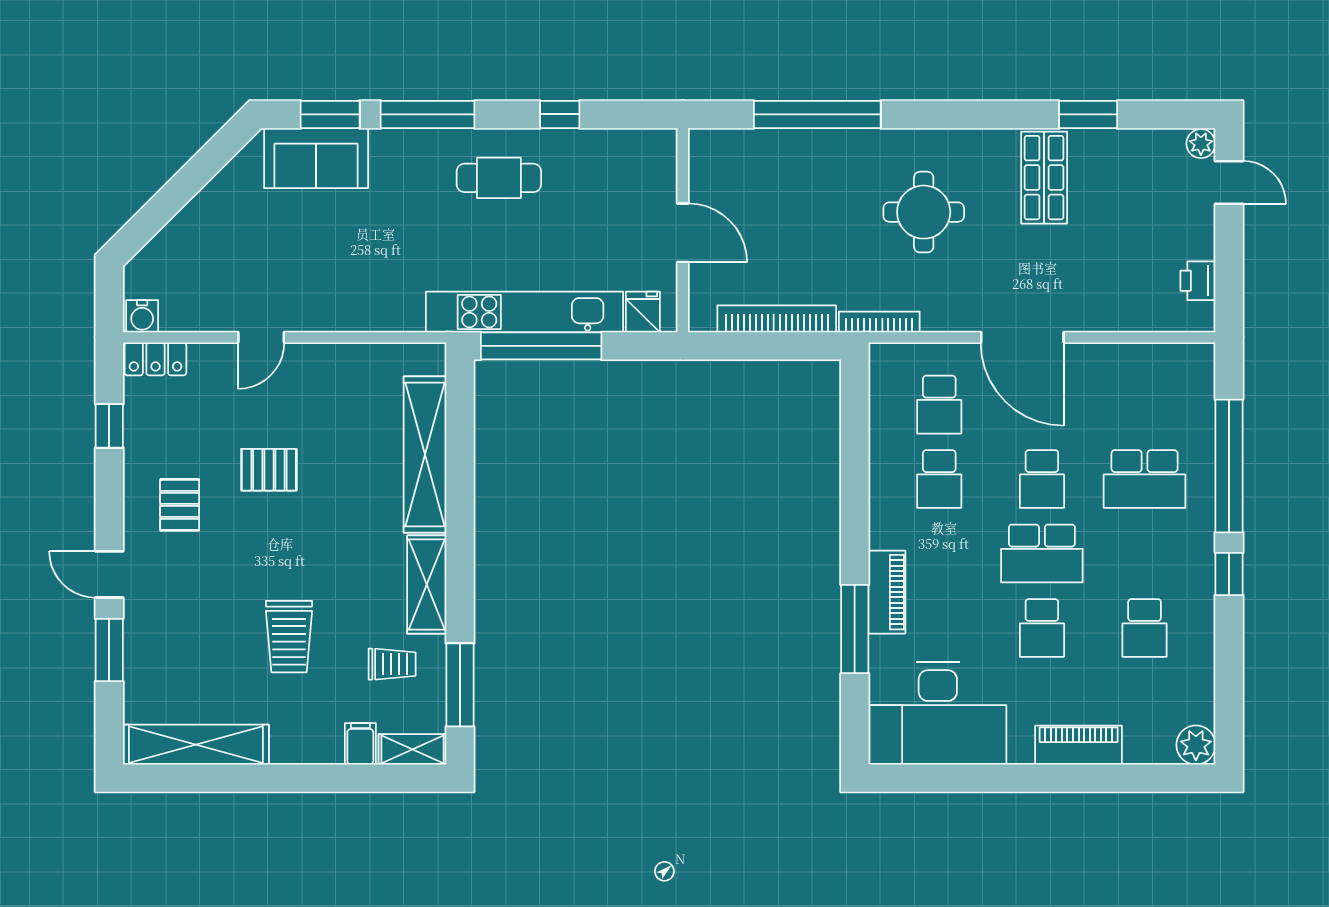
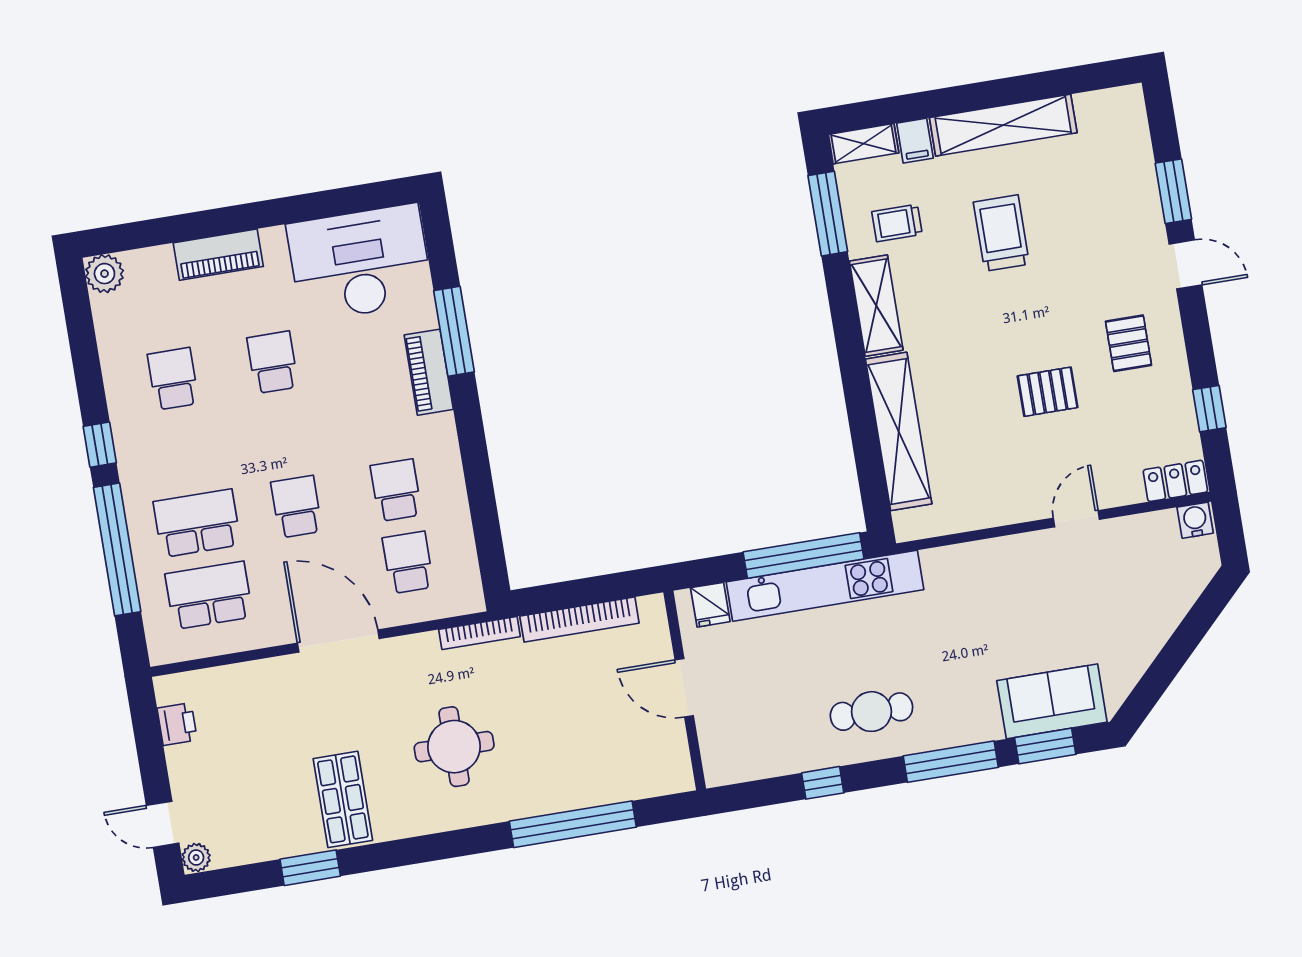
school desk: (1042, 553) -> (209, 595), moved
shelving: (196, 745) -> (1003, 125), moved

